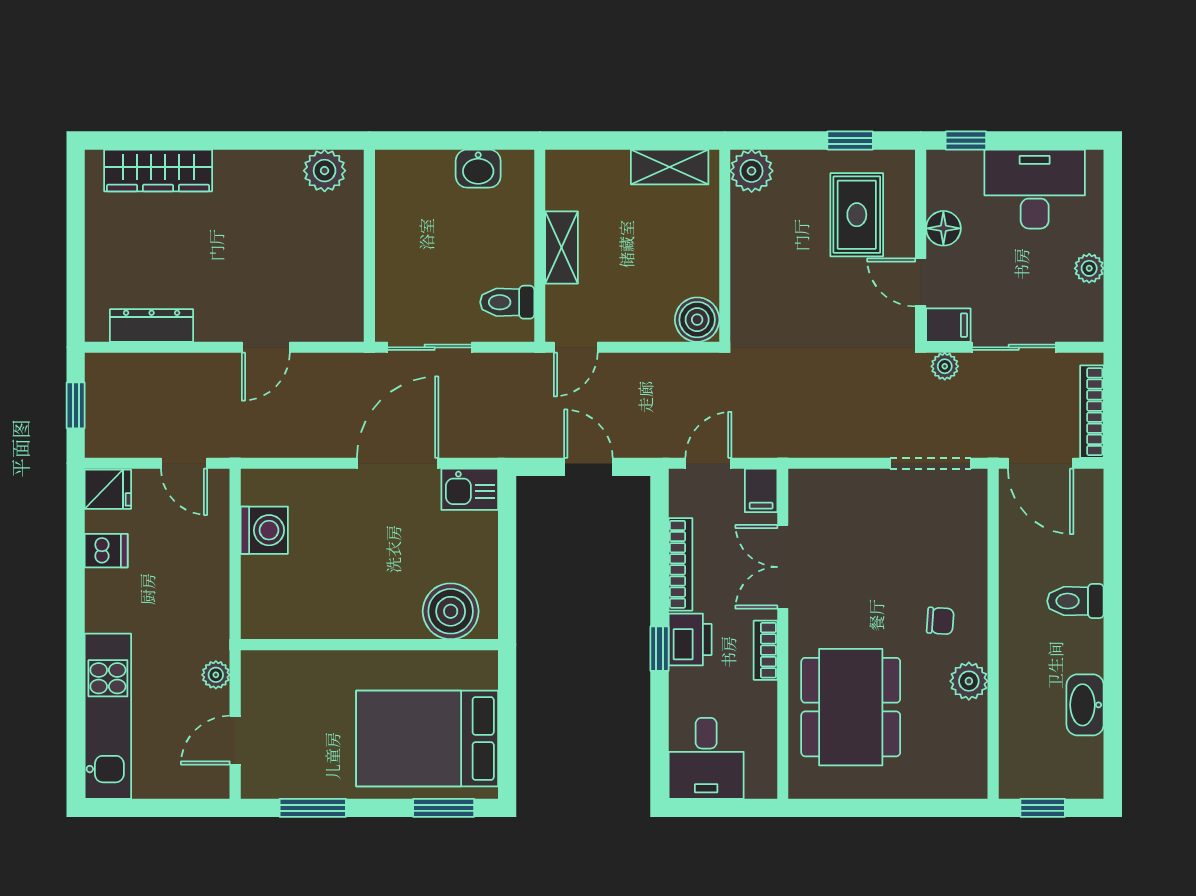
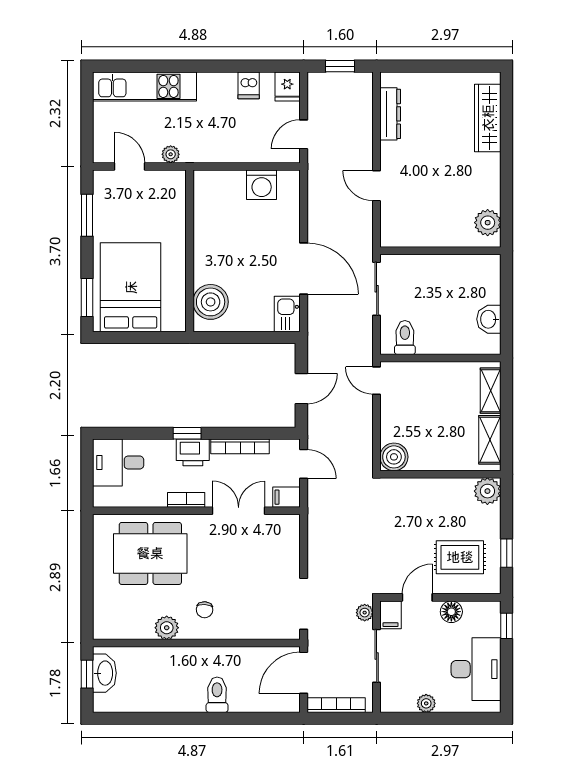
shelving: (562, 247) -> (491, 391), moved, turned 90
washbasin: (1085, 705) -> (104, 673), moved, turned 90

